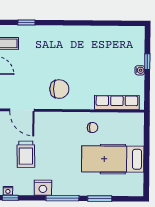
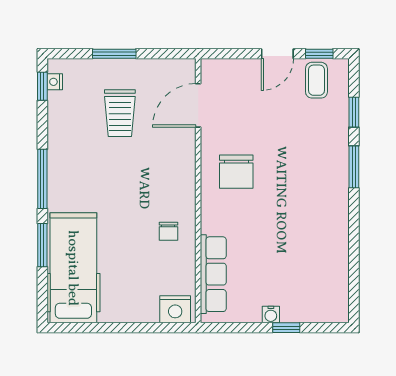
window: (57, 23) -> (354, 167), added
trolley: (26, 154) -> (120, 113), turned -89
hospital bed: (113, 159) -> (73, 268), moved
nightstand: (43, 188) -> (175, 309), moved, turned -90

